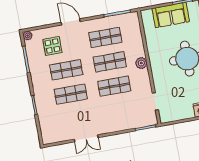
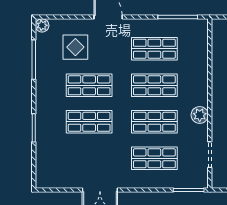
plant: (141, 63) -> (200, 115), moved
shop shelf: (119, 111) -> (154, 158), added

